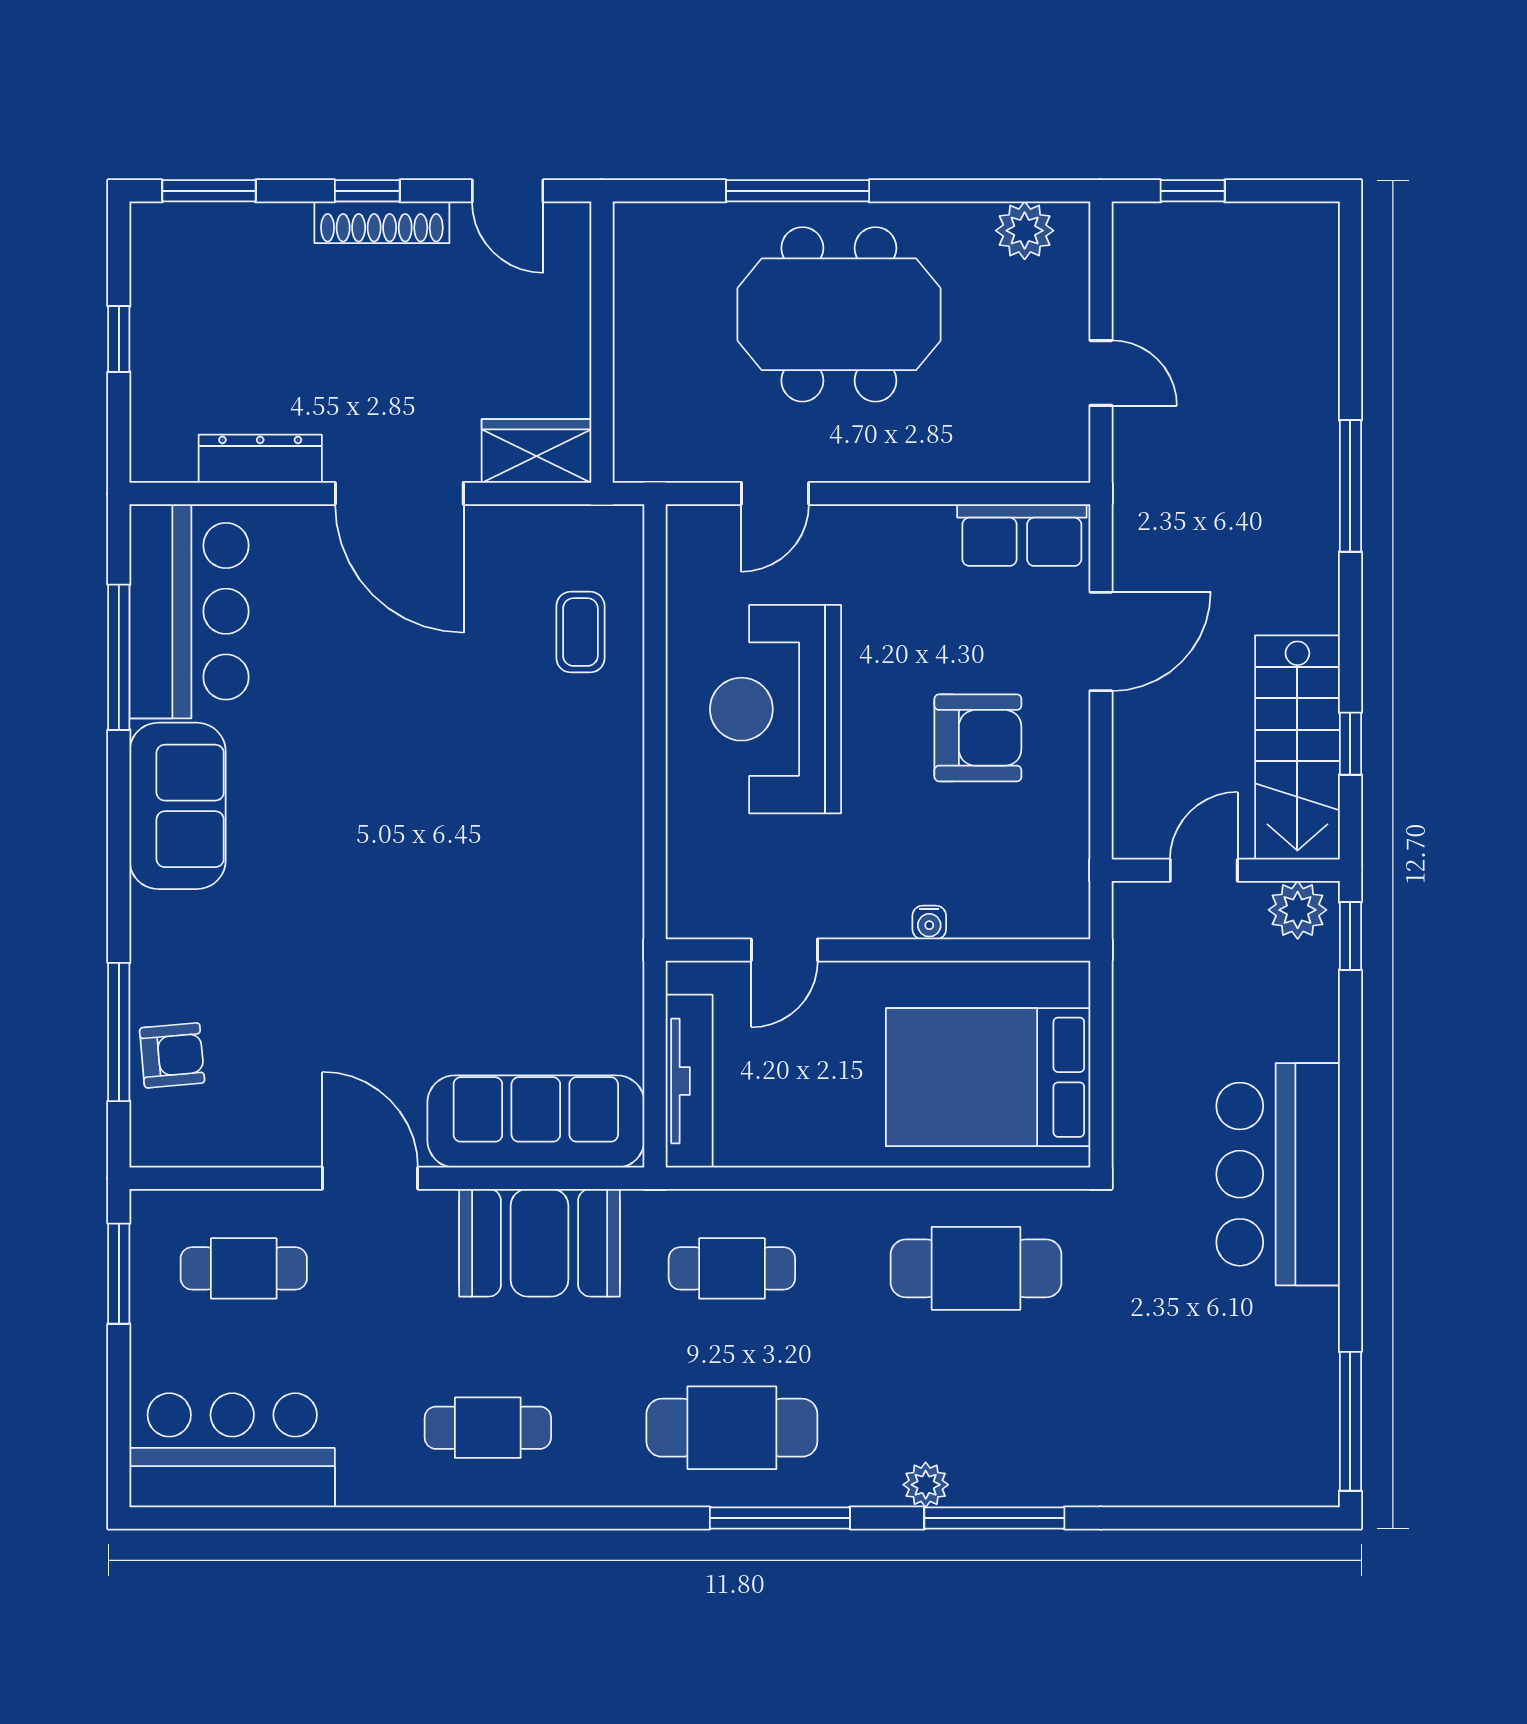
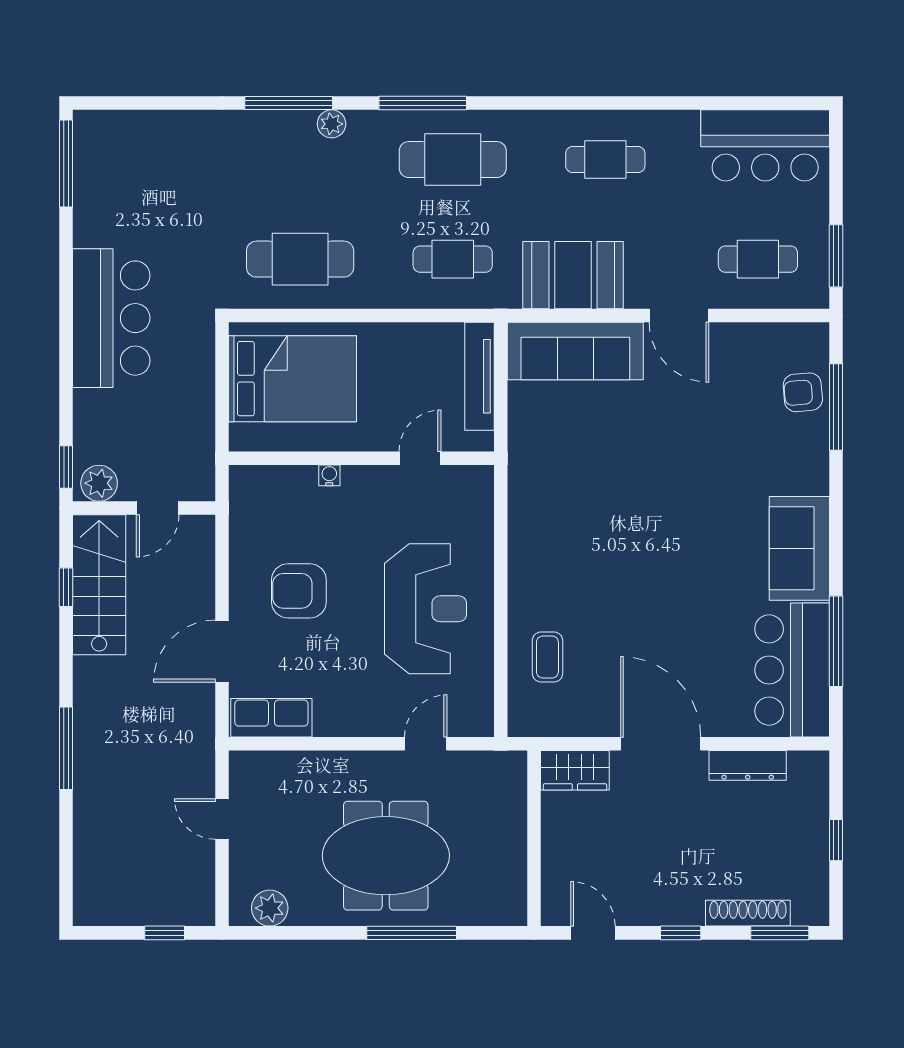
shoe rack: (382, 222) -> (748, 913), moved

